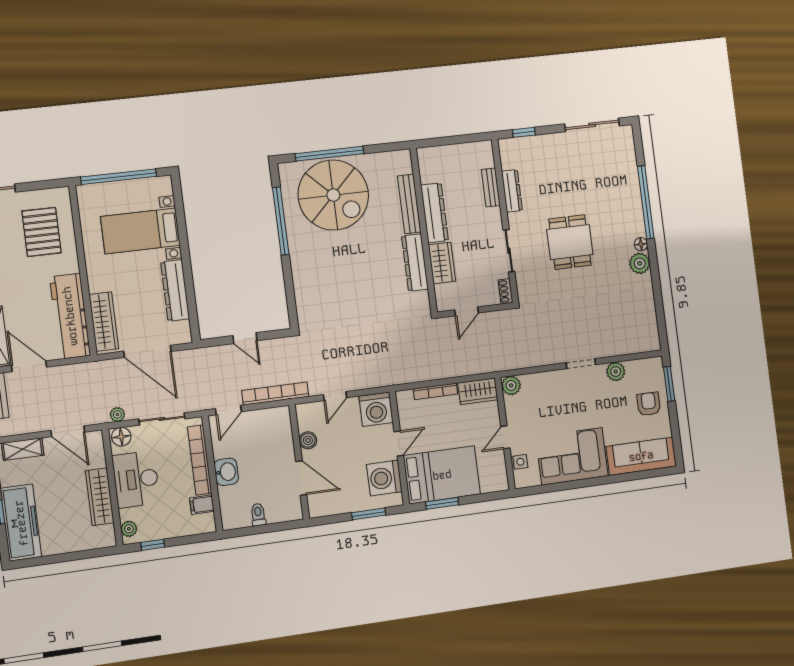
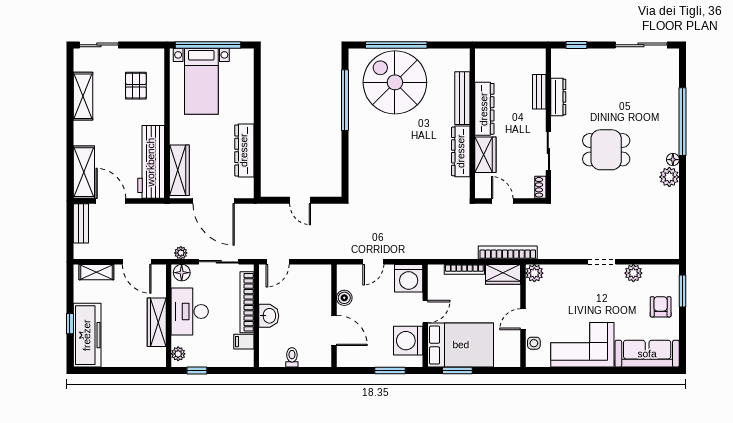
spiral stairs: (333, 195) -> (395, 82), turned 180
bed with nightstands: (140, 231) -> (201, 81), moved, turned -90
pallet: (42, 232) -> (136, 86), width x0.67, depth x0.71
dining table: (570, 242) -> (606, 150), turned 90
door: (467, 311) -> (502, 201), swing flipped
bookcase: (275, 394) -> (508, 253), moved

